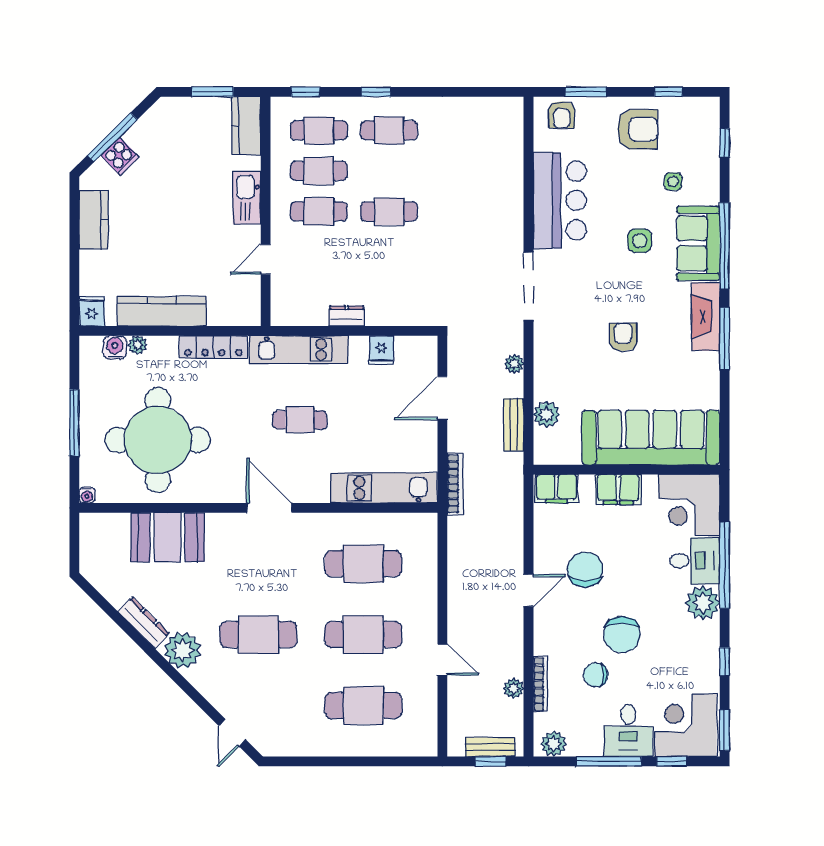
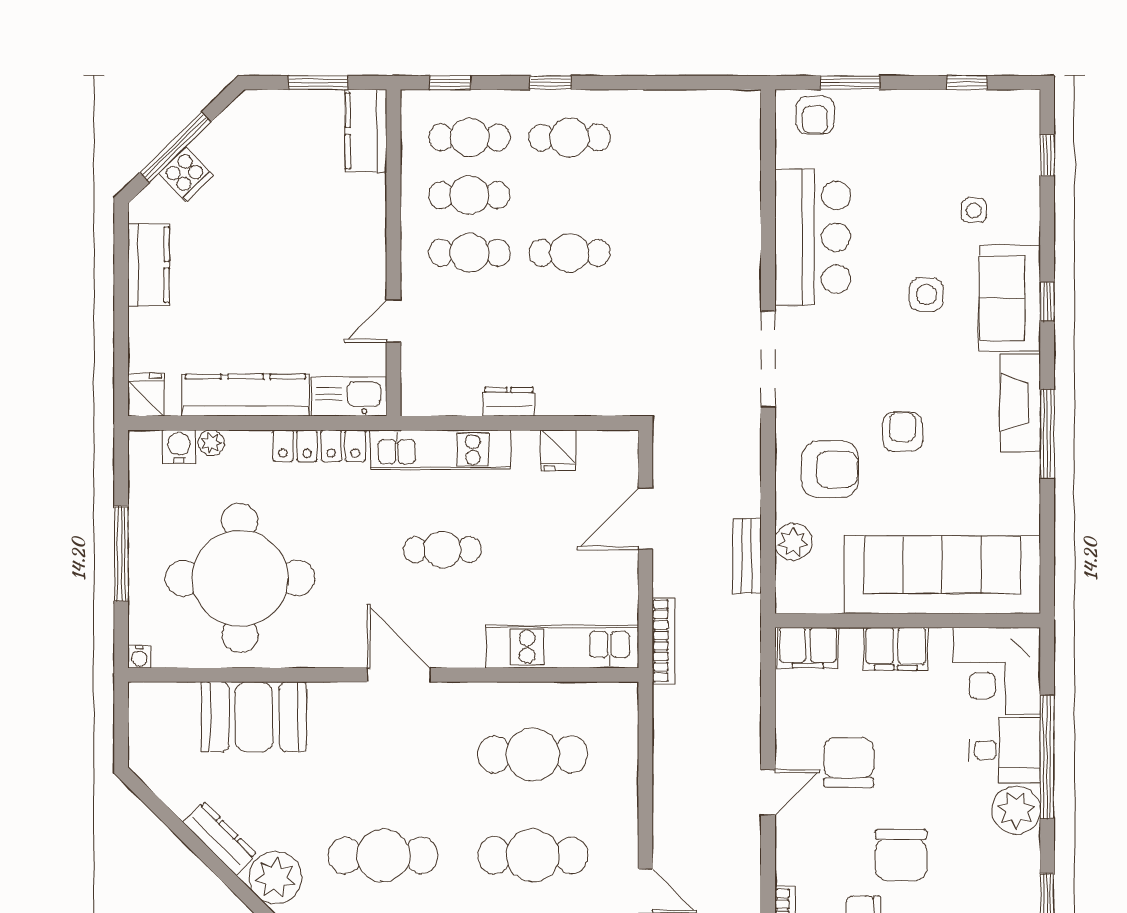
armchair: (638, 129) -> (830, 469), moved
kitchen sink: (247, 198) -> (349, 396), moved, turned 90
window: (725, 246) -> (1047, 302), width x0.32
plant: (514, 364) -> (748, 470), removed

